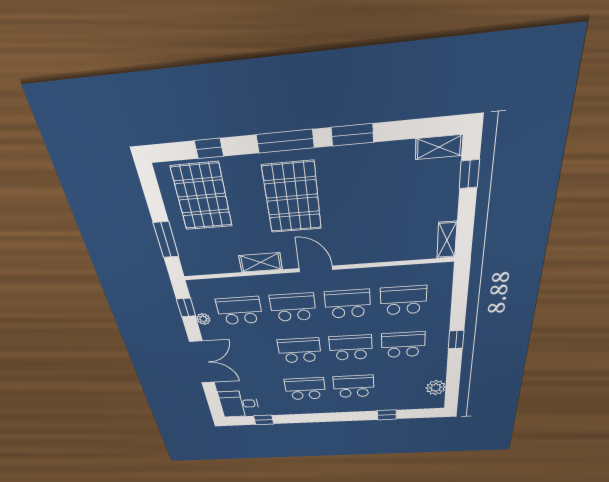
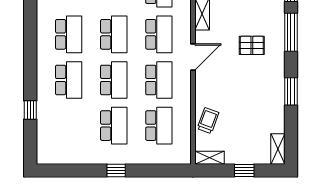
window: (285, 141) -> (291, 32), moved
window: (469, 174) -> (244, 171), moved
pallet: (292, 198) -> (252, 45), width x0.49, depth x0.50
trolley: (397, 246) -> (208, 121), added
plant: (436, 388) -> (63, 155), removed

